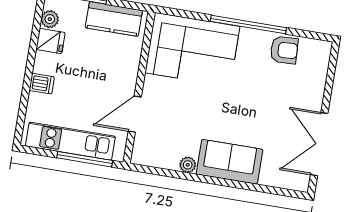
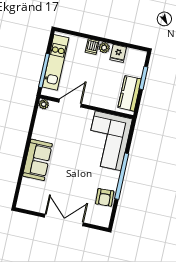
plant: (50, 19) -> (104, 48), moved
door: (135, 114) -> (70, 103), hinge flipped
double door: (319, 144) -> (64, 220), moved
plant: (188, 165) -> (44, 104), moved

